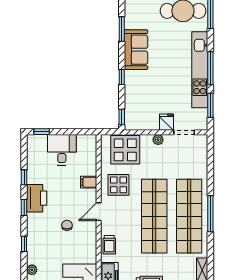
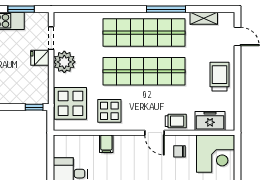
plant: (158, 140) -> (64, 62), width x1.87, depth x1.87
door: (99, 212) -> (154, 133), moved
window: (210, 214) -> (166, 9), moved
chair: (67, 225) -> (179, 151), moved

